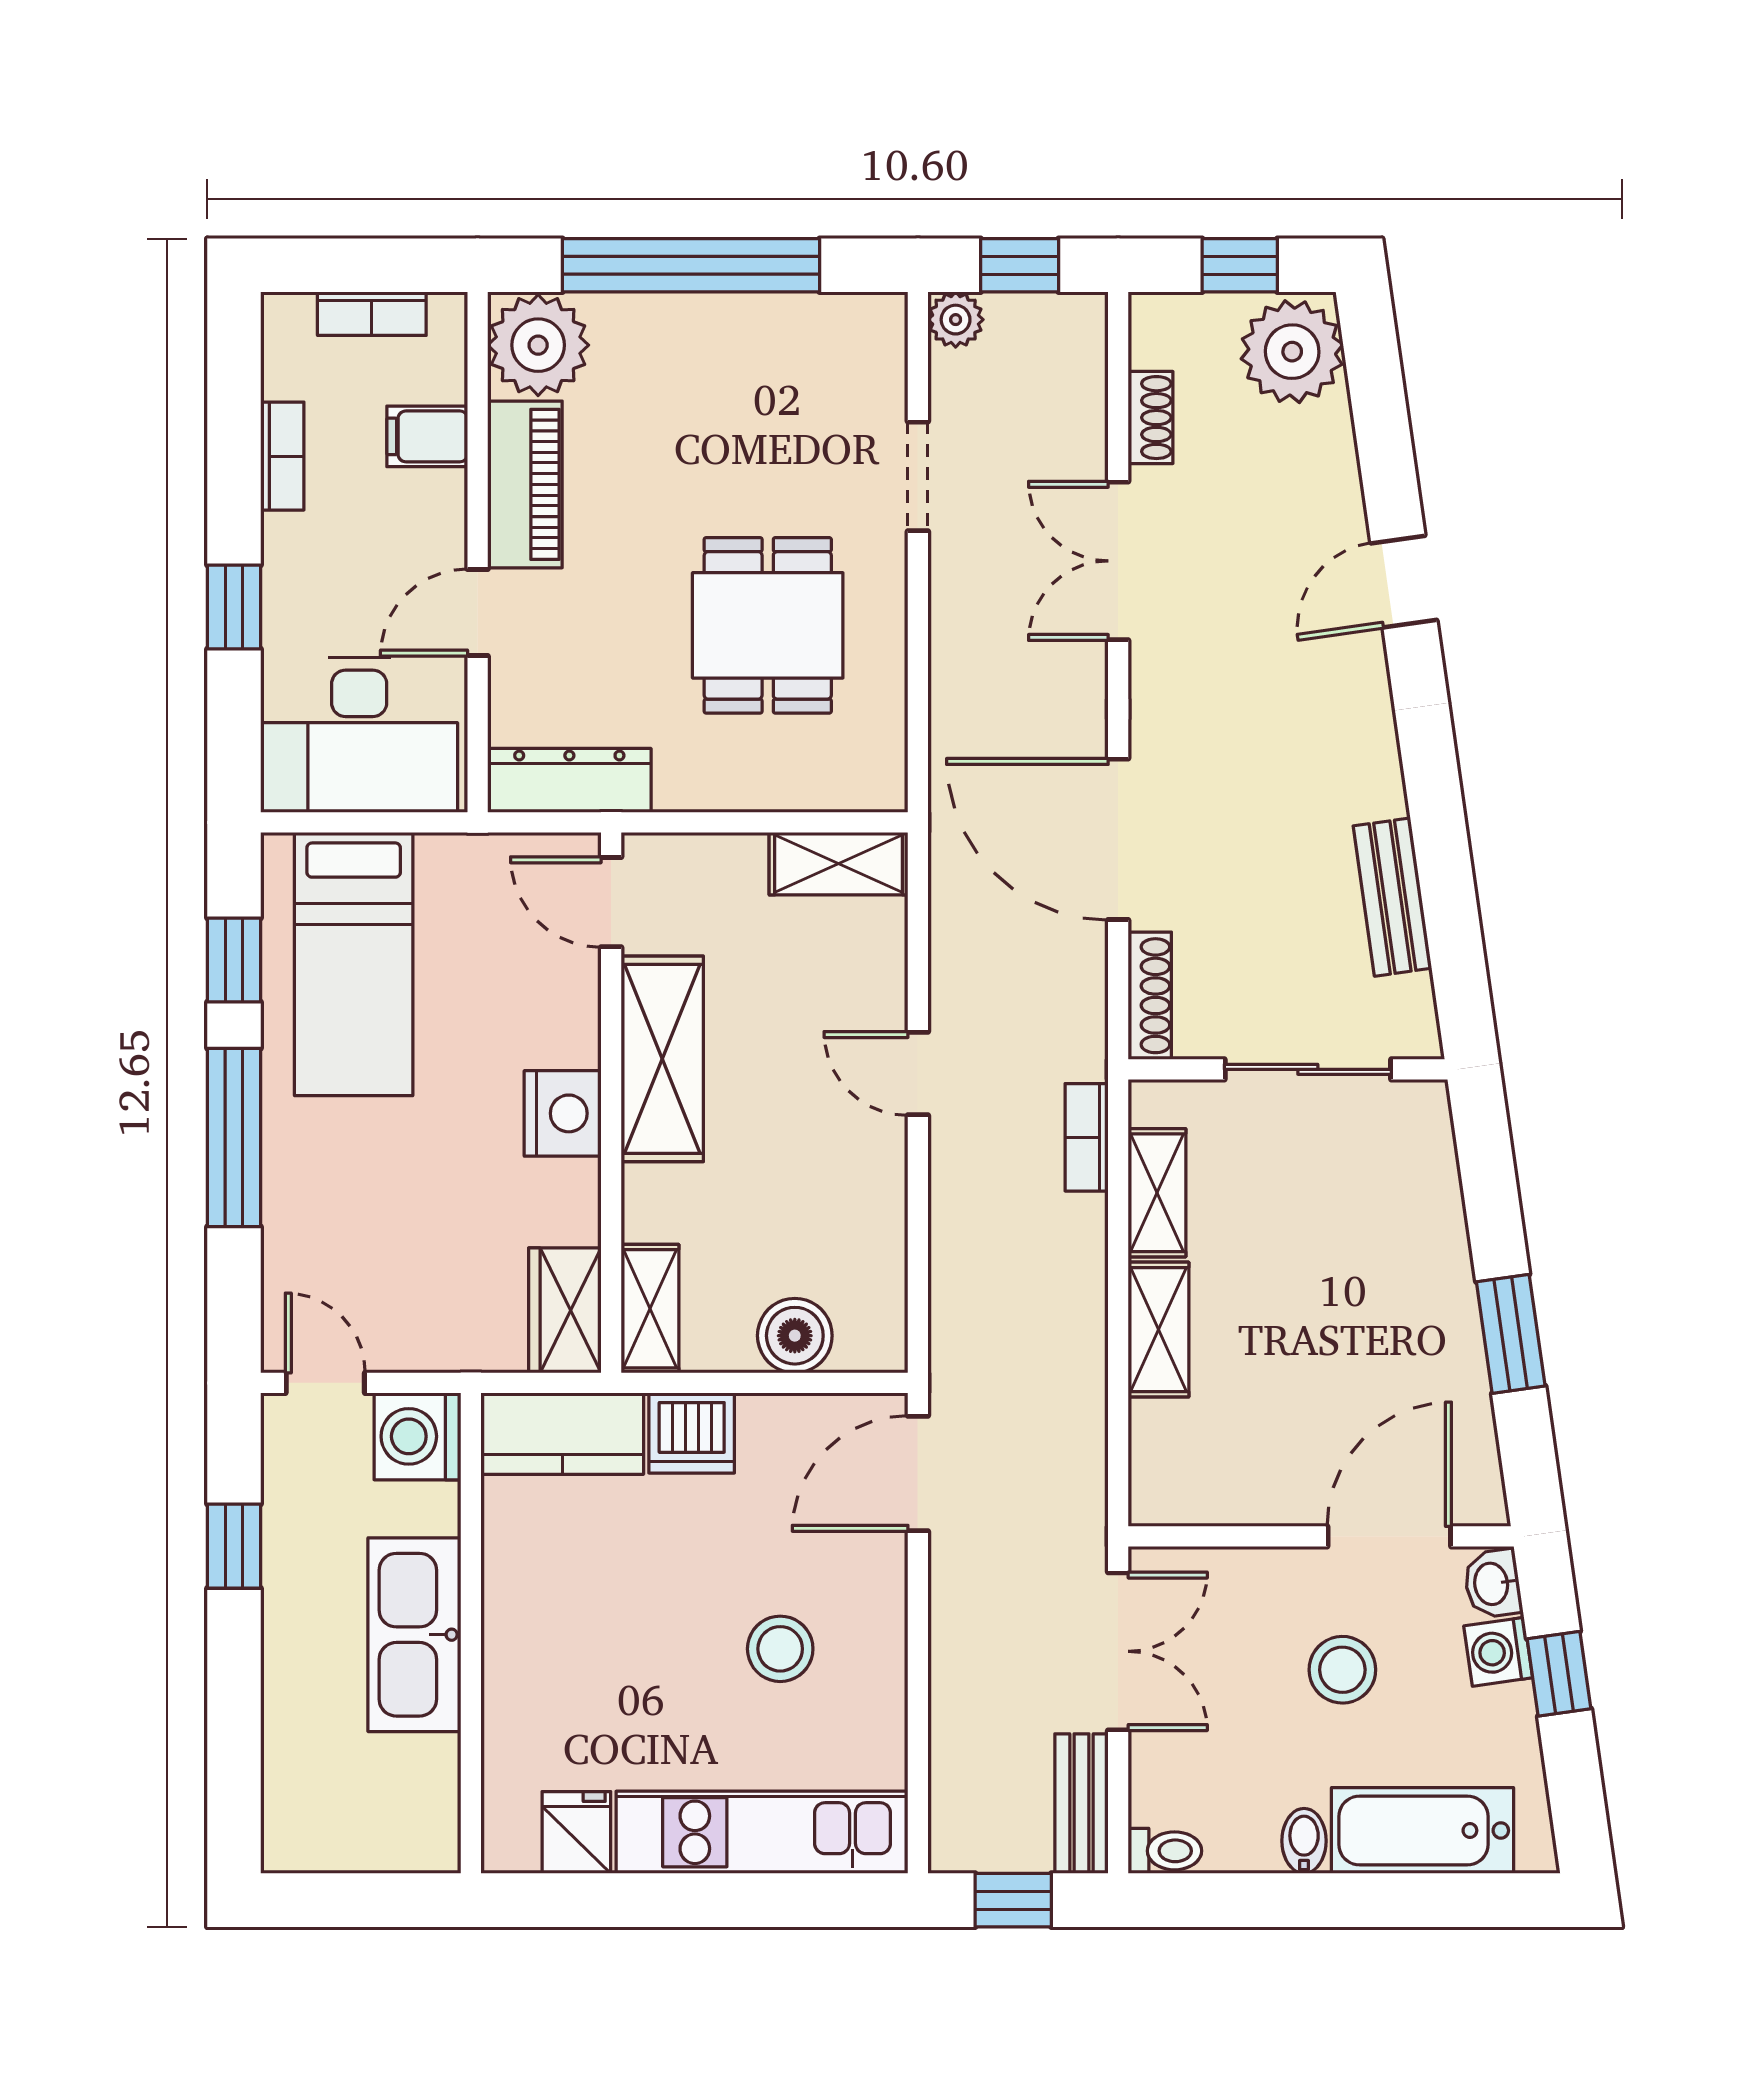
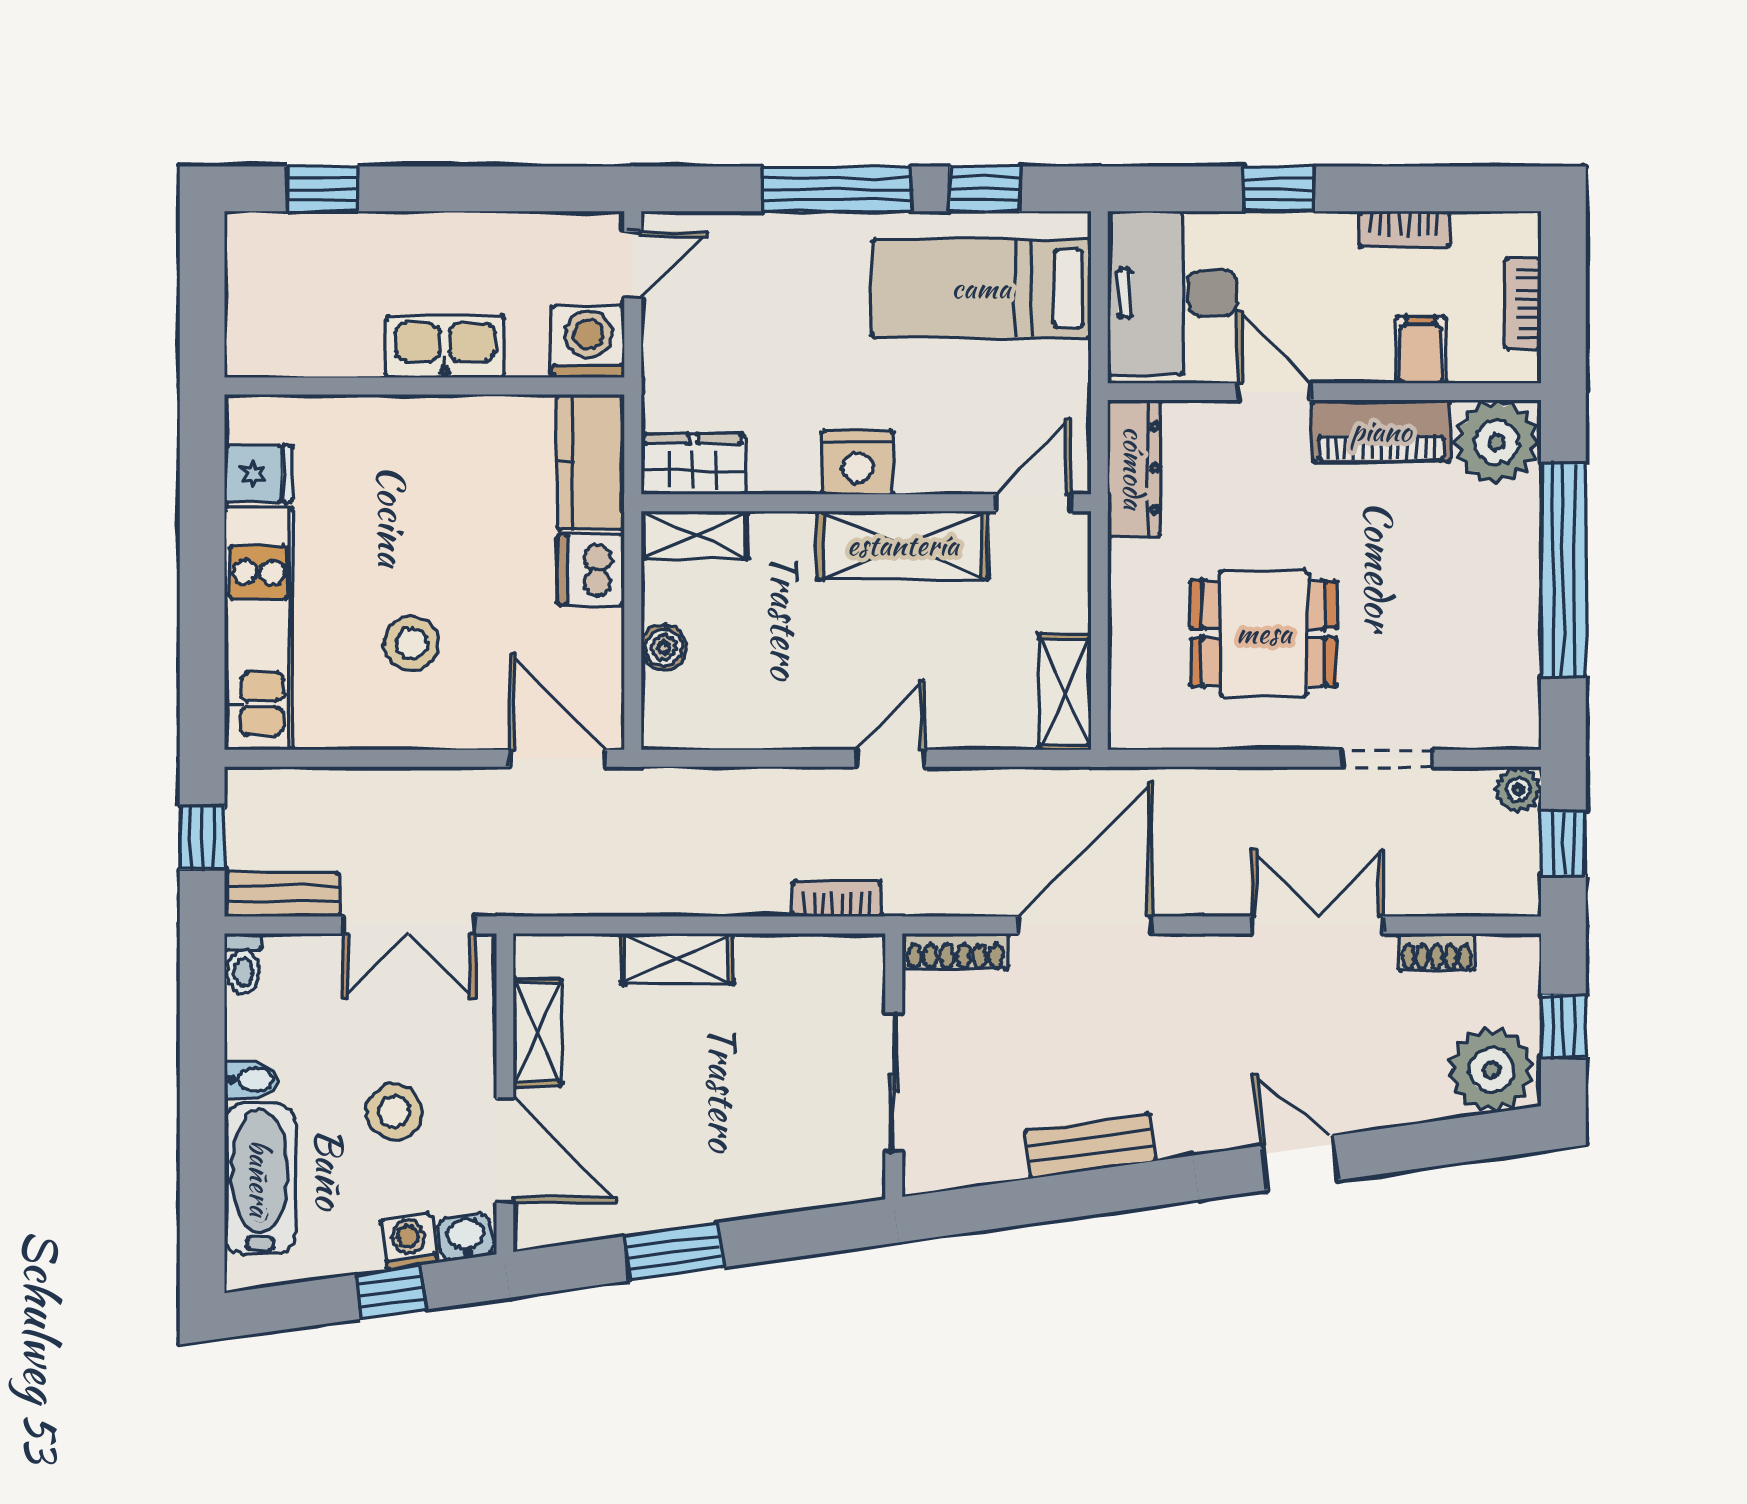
bench: (1392, 897) -> (1090, 1146), moved
shelving: (1157, 1193) -> (537, 1032), moved, turned 90
boiler: (795, 1336) -> (664, 647), width x0.73, depth x0.73
window: (234, 1546) -> (322, 189), moved
kitchen sink: (414, 1635) -> (445, 347), width x0.73, depth x0.81

